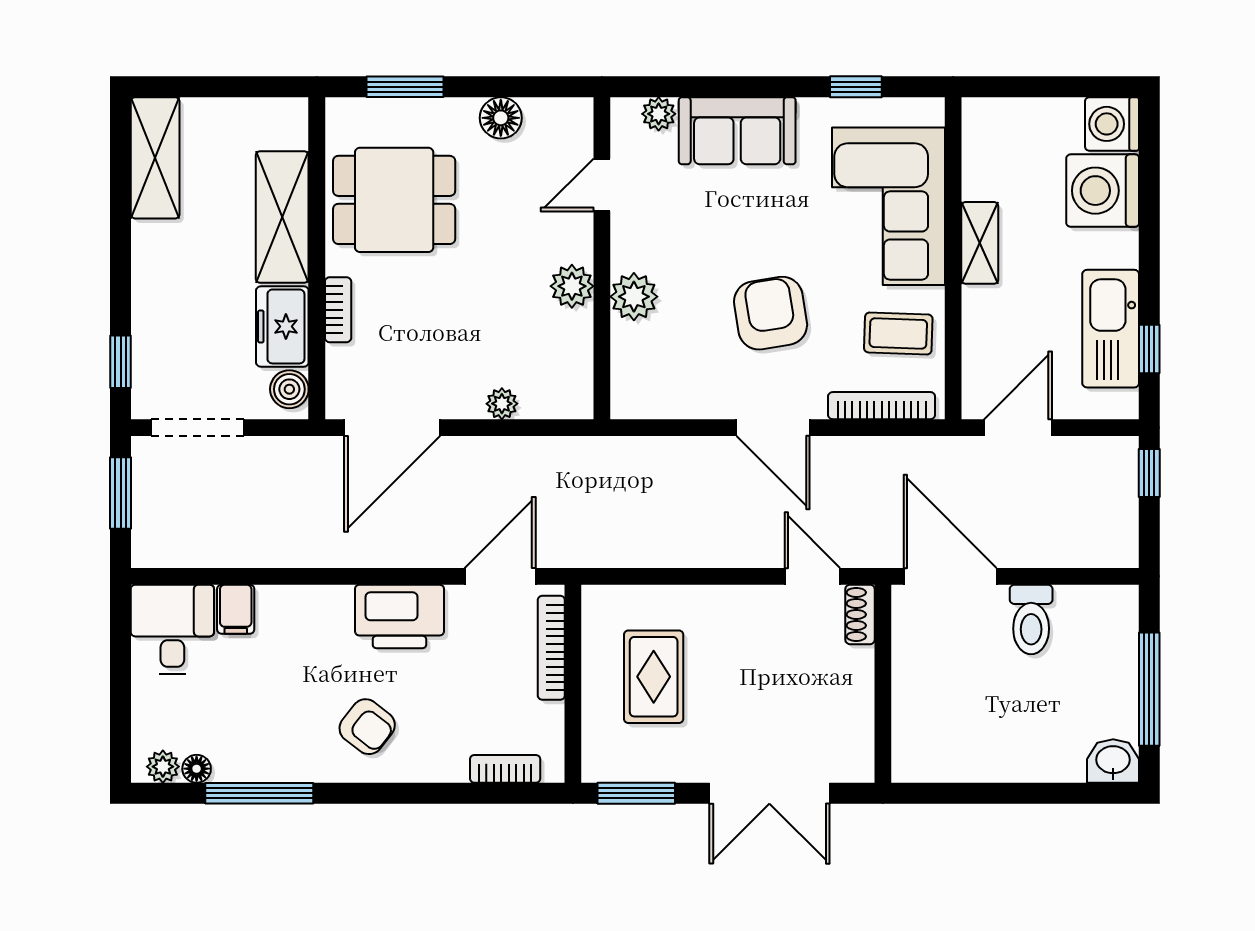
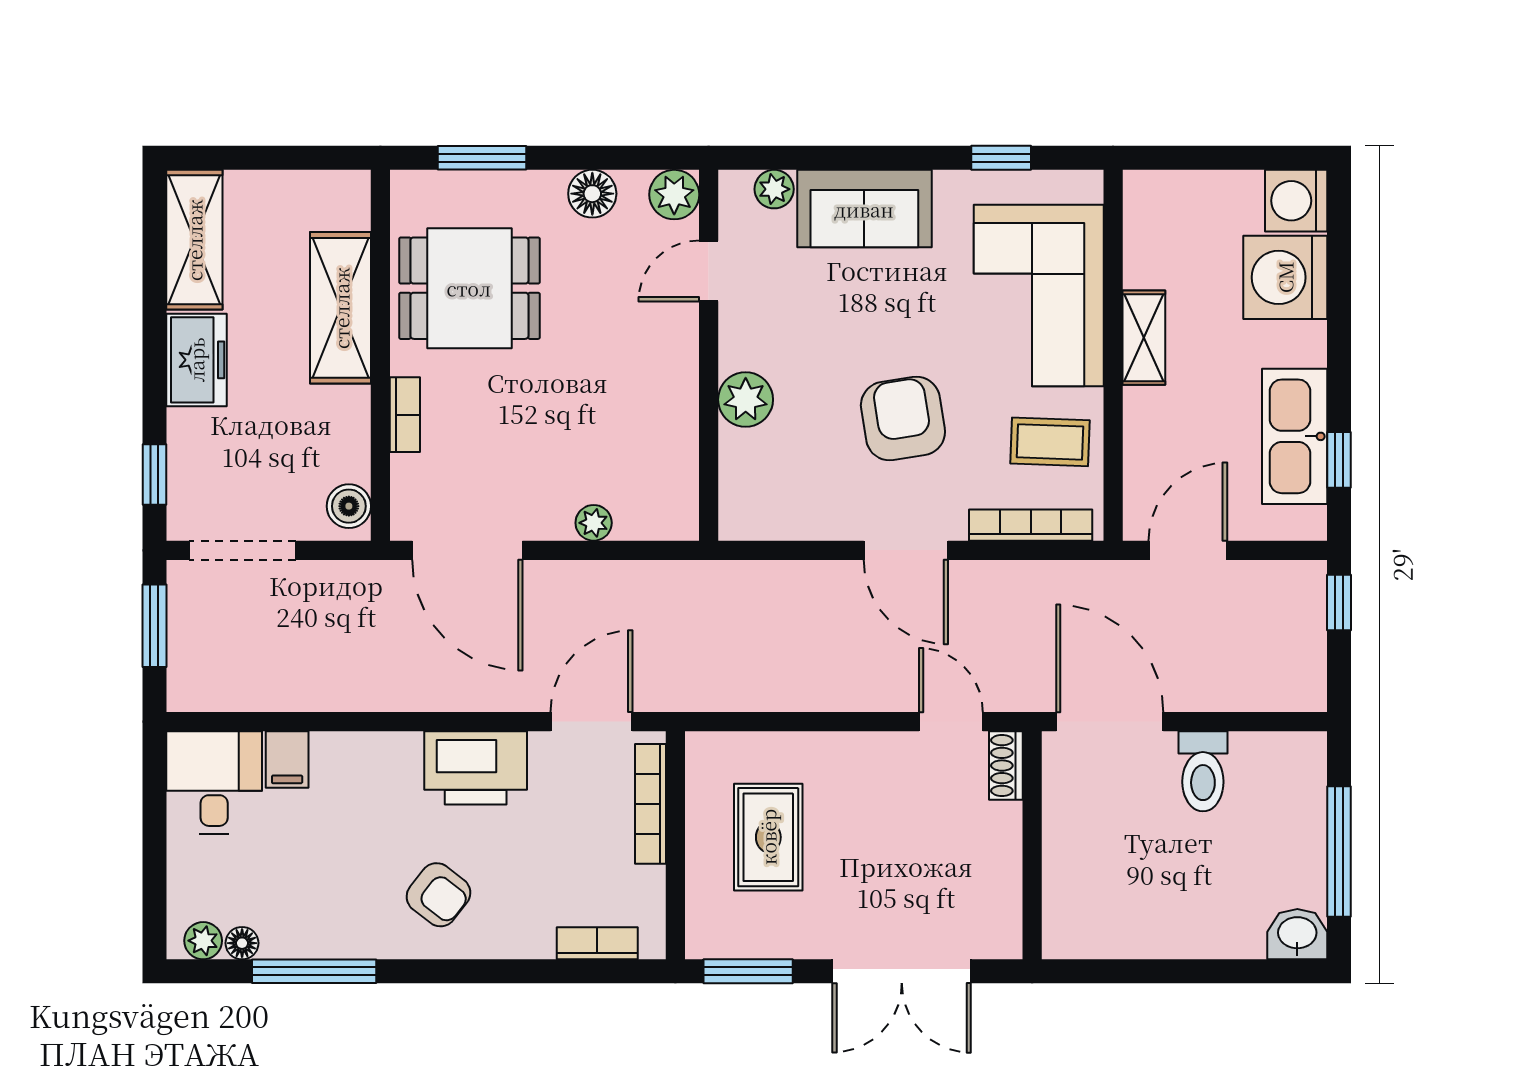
plant: (572, 286) -> (674, 195), moved
freezer: (282, 326) -> (196, 360), moved, turned 180
door: (392, 428) -> (467, 550), hinge flipped

